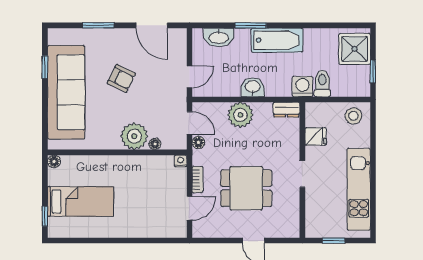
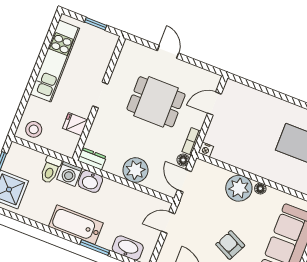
washbasin: (253, 87) -> (90, 181), moved
floor lamp: (155, 144) -> (260, 189), moved
bookcase: (197, 179) -> (191, 141), moved

